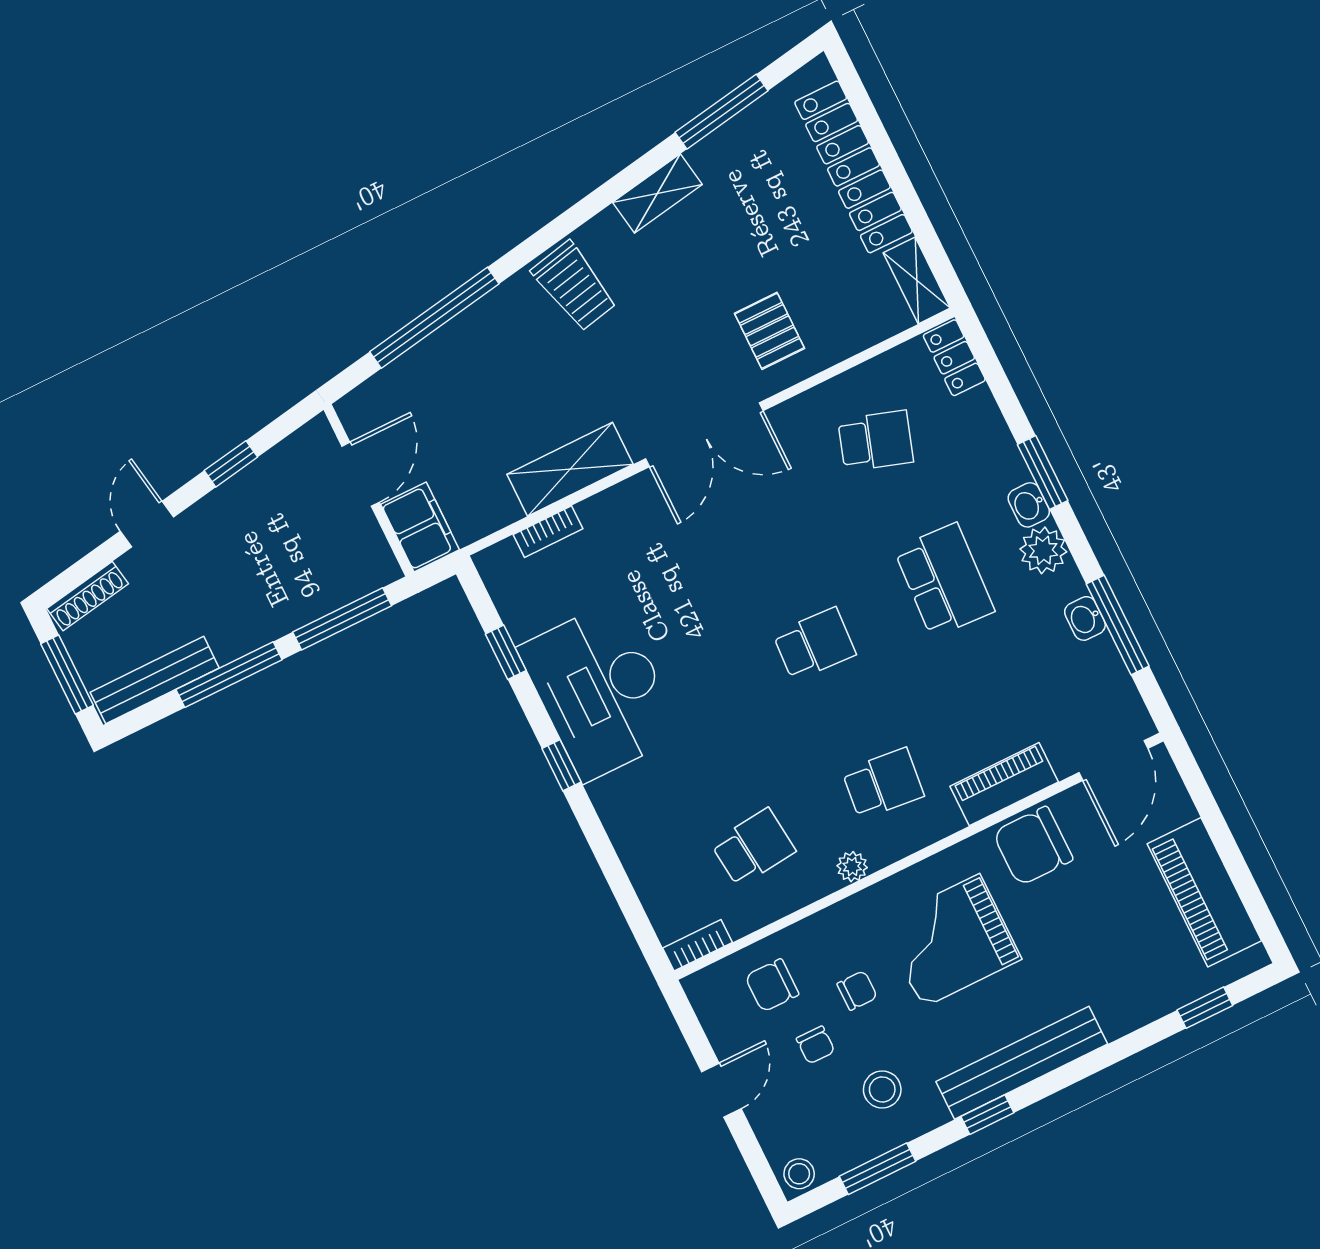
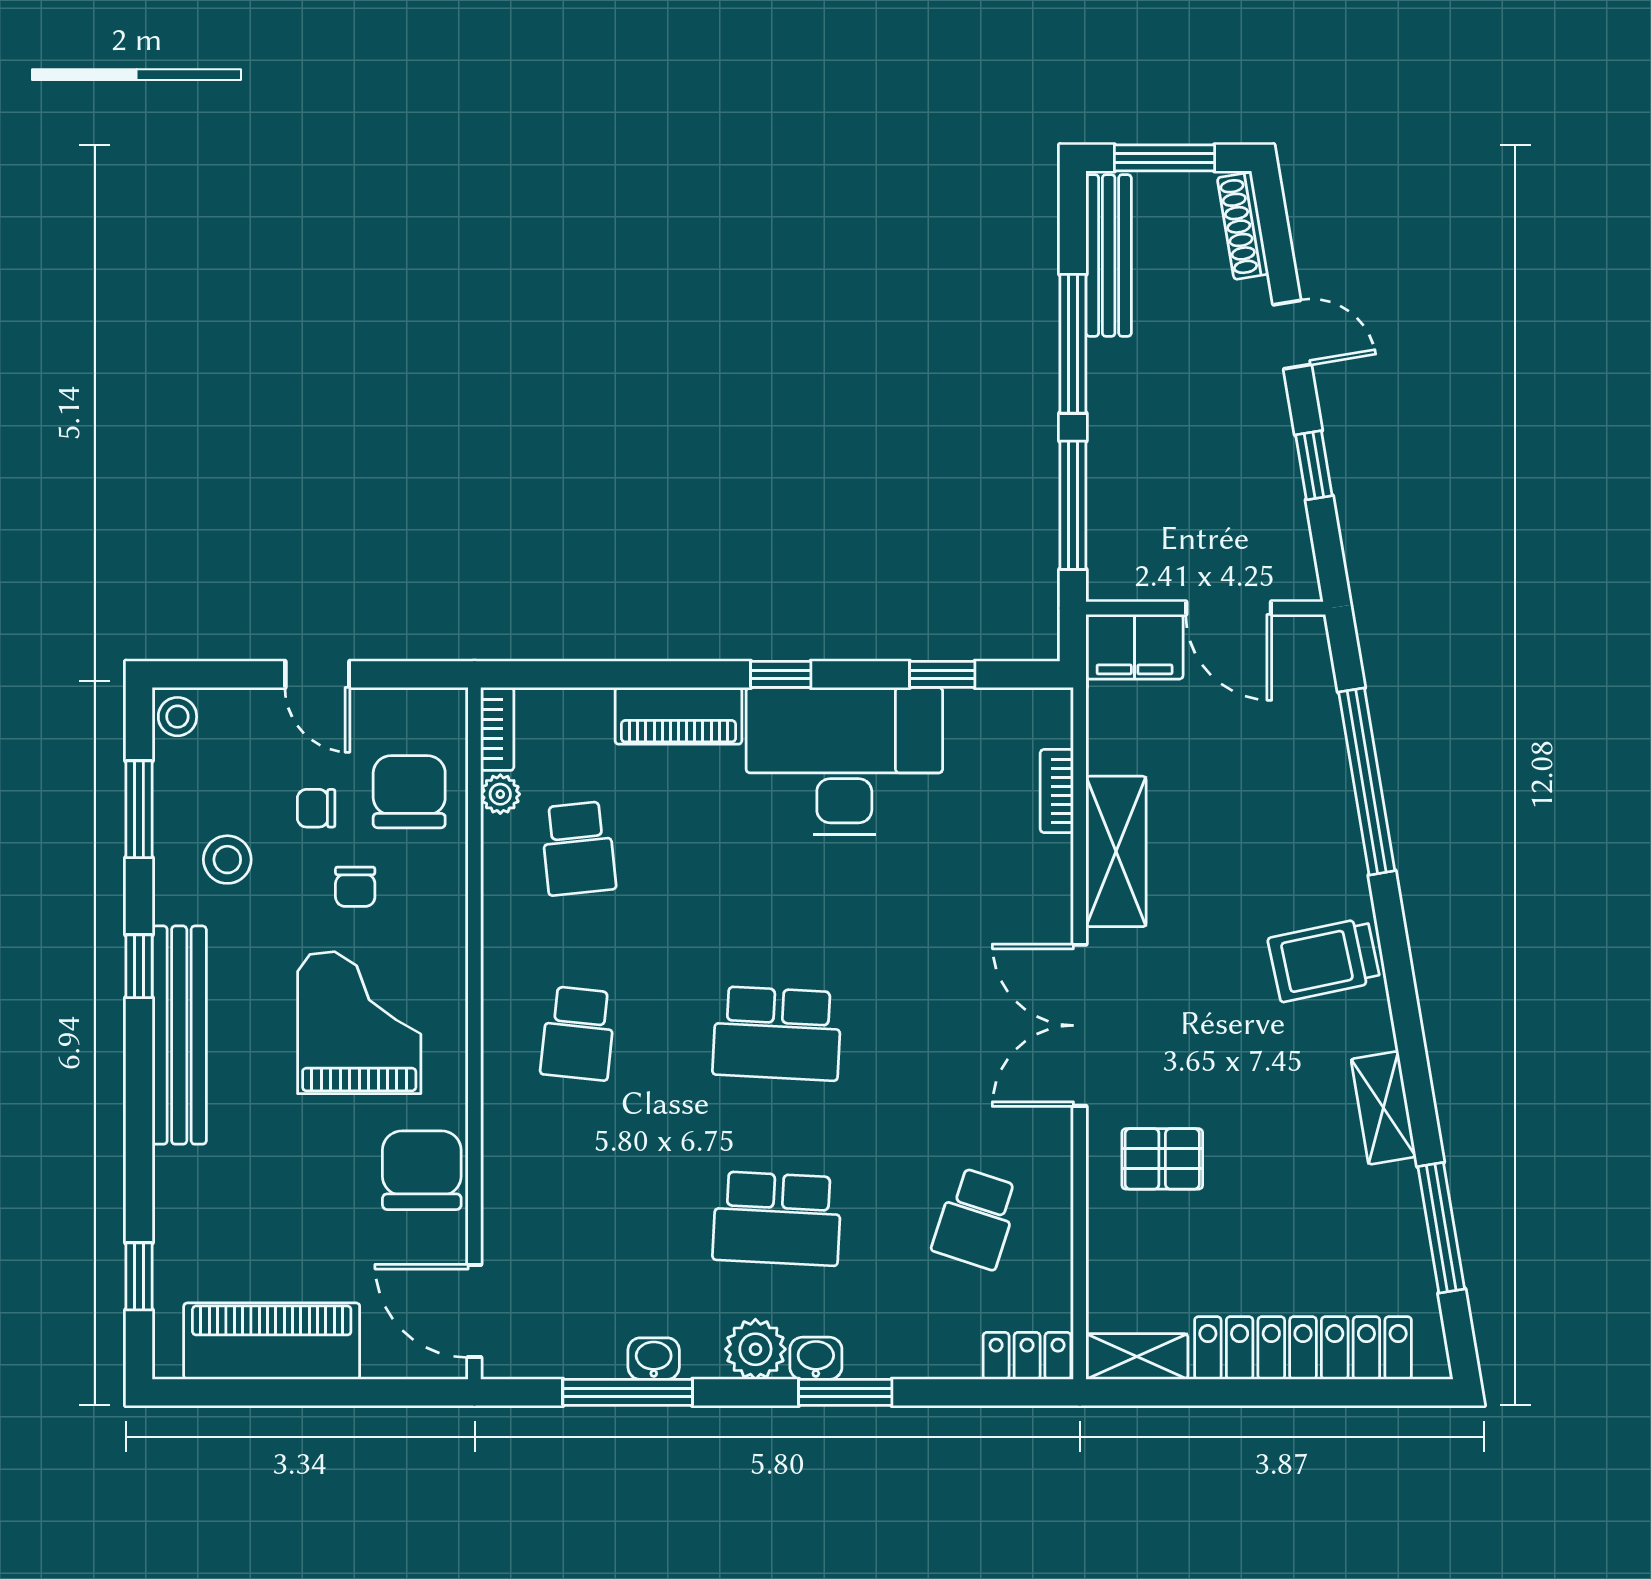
school desk: (814, 644) -> (777, 1033), width x1.85
piano: (1004, 784) -> (678, 716), moved, turned 90
plant: (852, 867) -> (500, 794), moved
chair: (772, 985) -> (409, 792), width x1.37, depth x1.37

